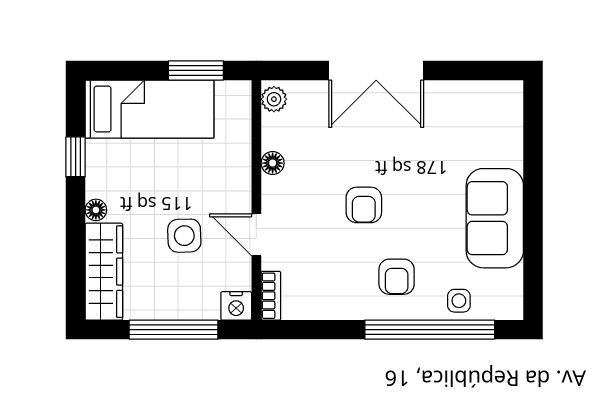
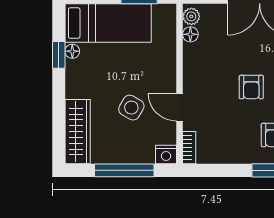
floor lamp: (273, 163) -> (190, 34), moved
floor lamp: (96, 210) -> (72, 51), moved
side table: (184, 236) -> (131, 108), turned 32

